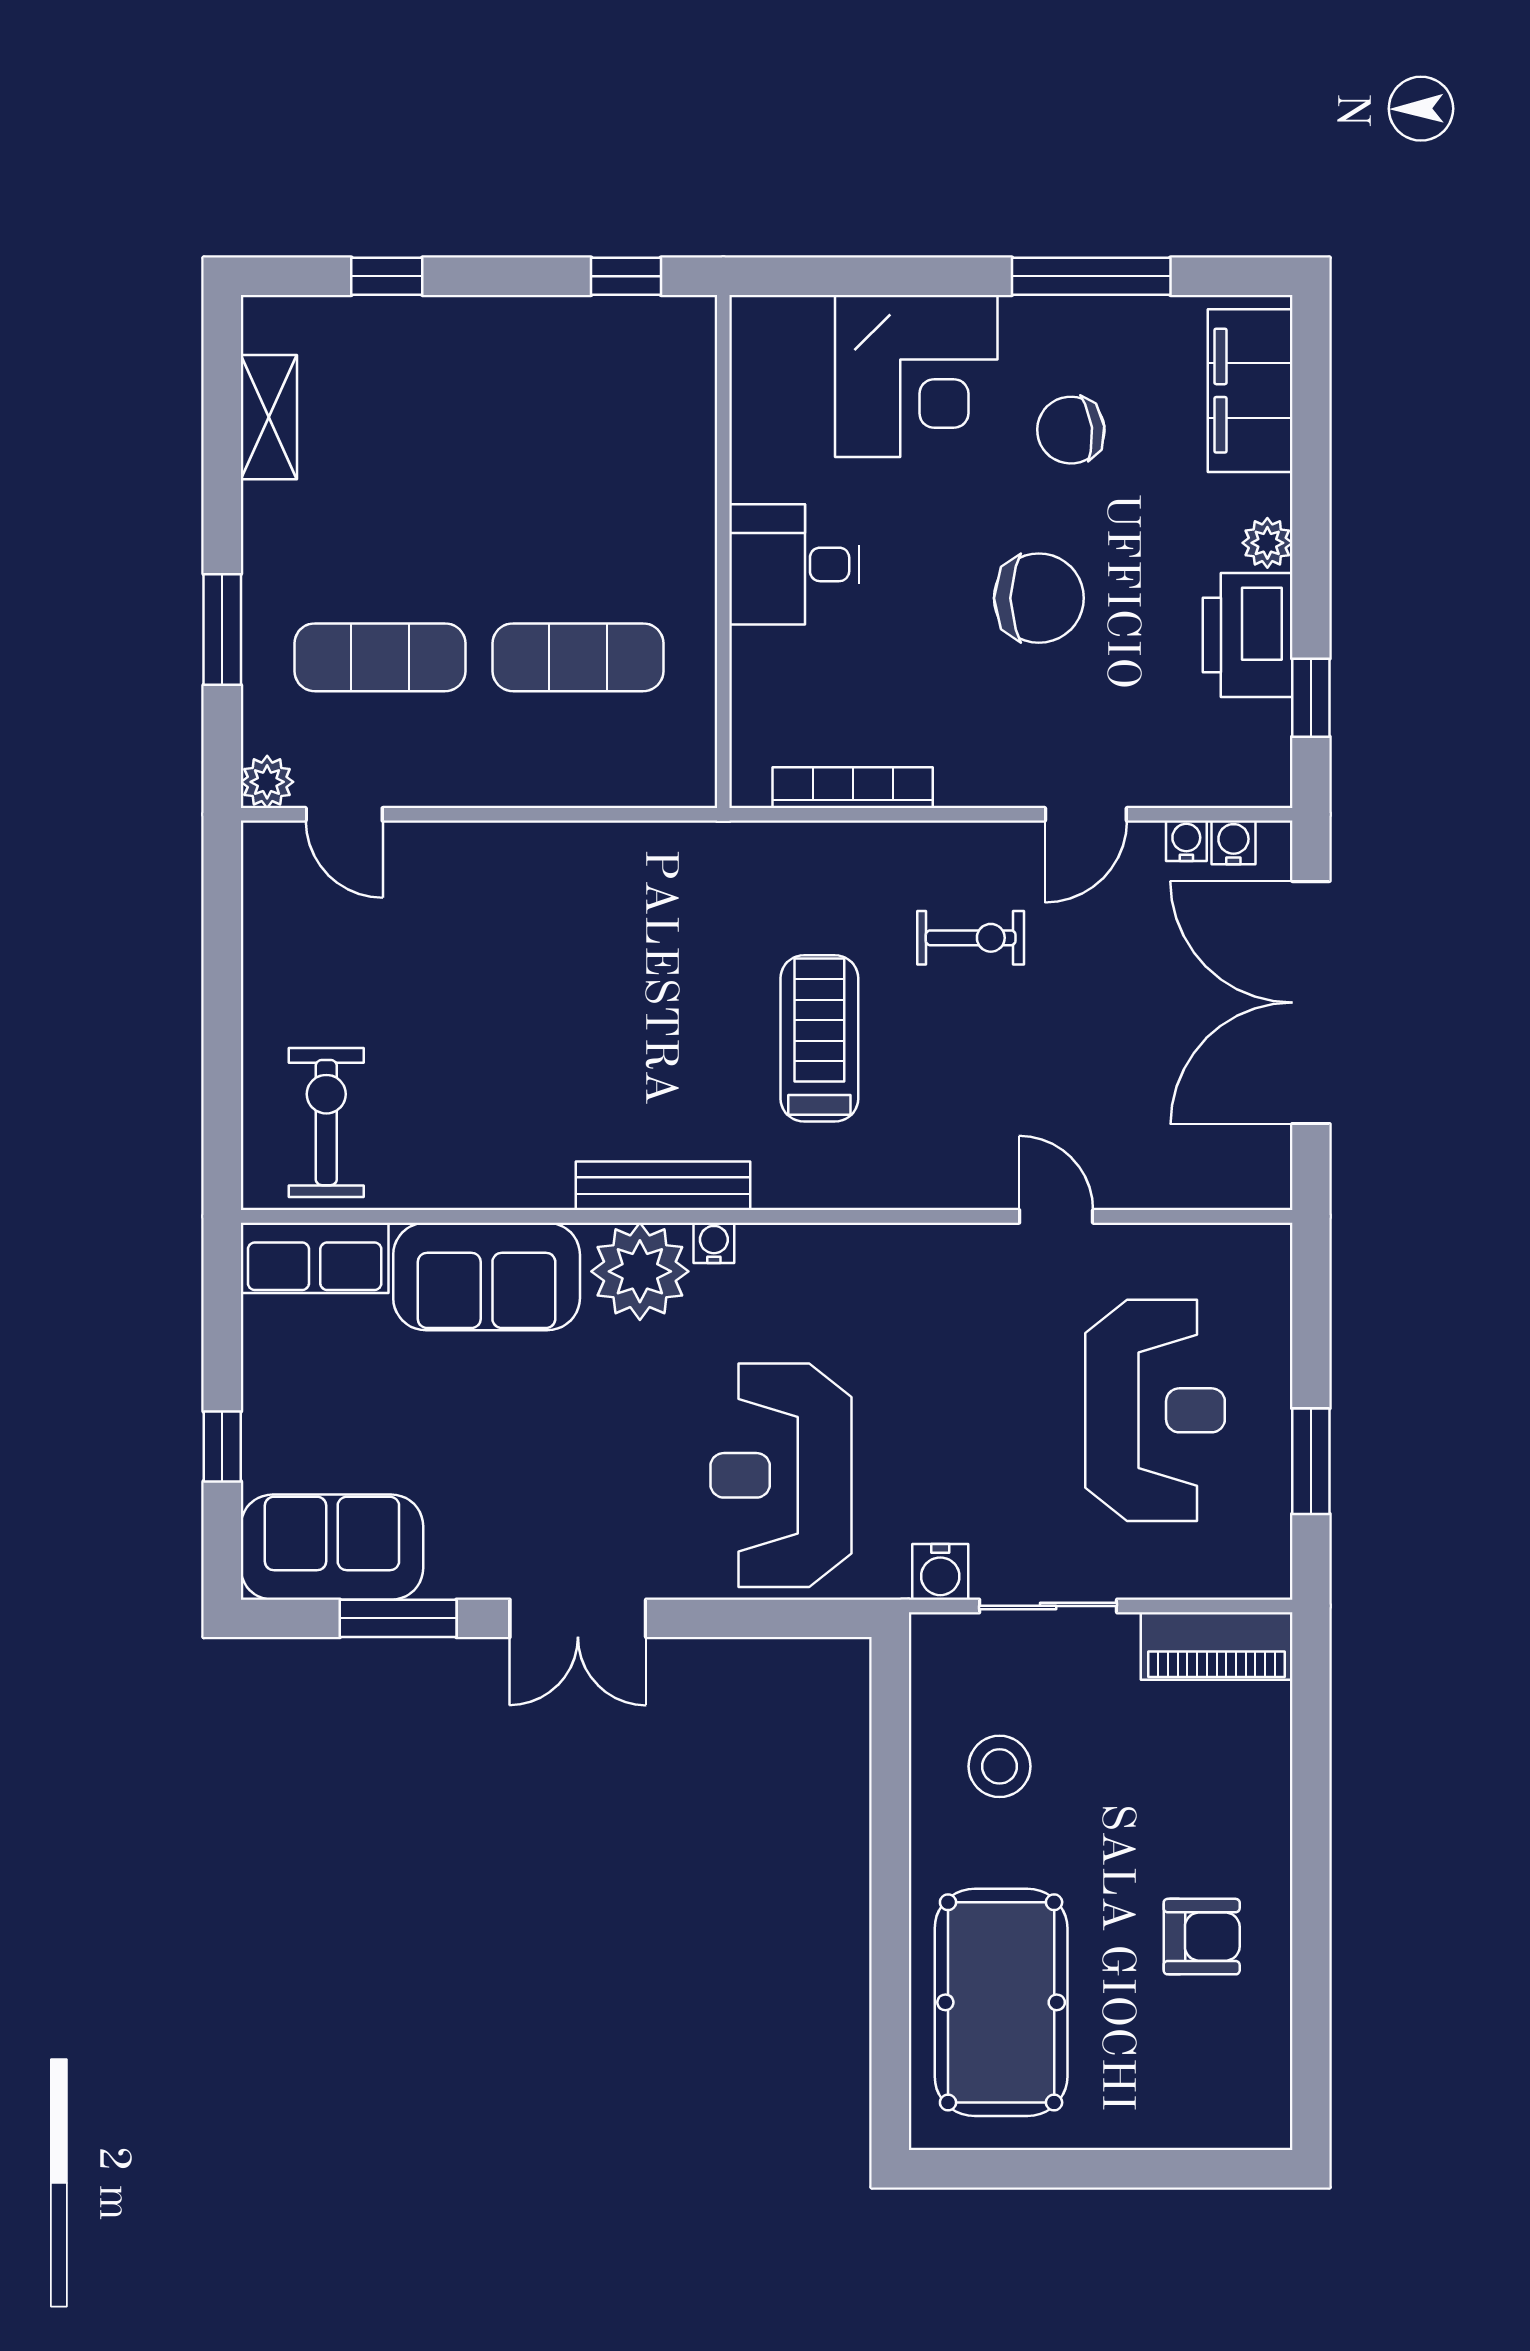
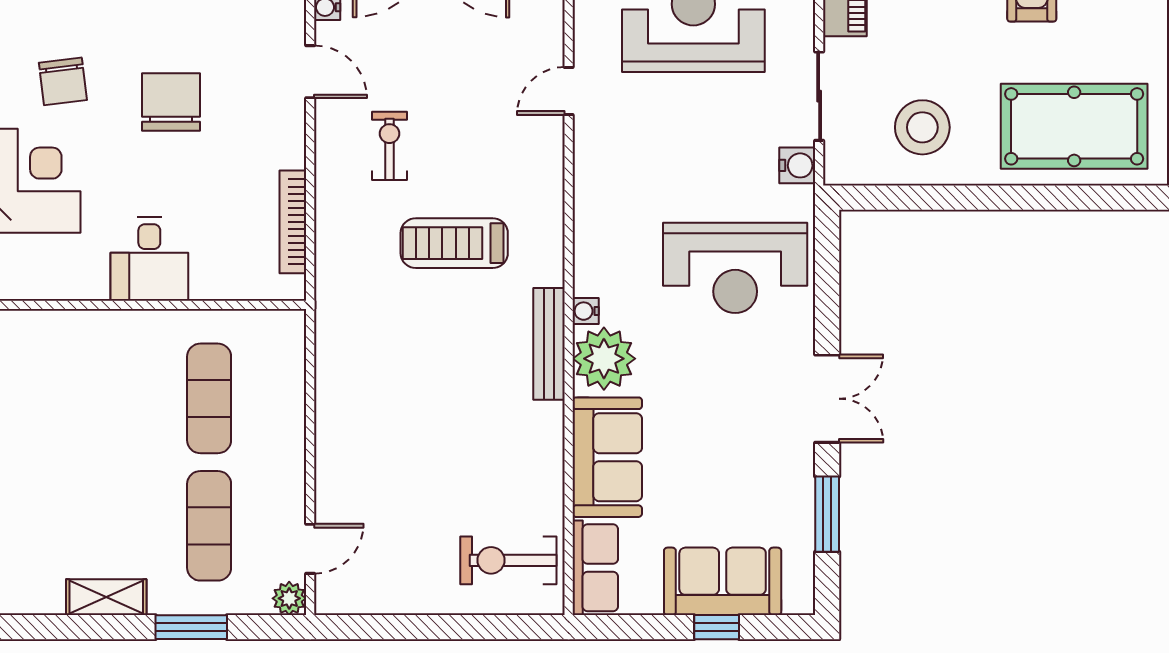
shelving: (269, 417) -> (106, 597), moved
sofa: (332, 1547) -> (723, 581), moved, turned 90
stool: (1000, 1766) -> (922, 127), width x1.38, depth x1.38

